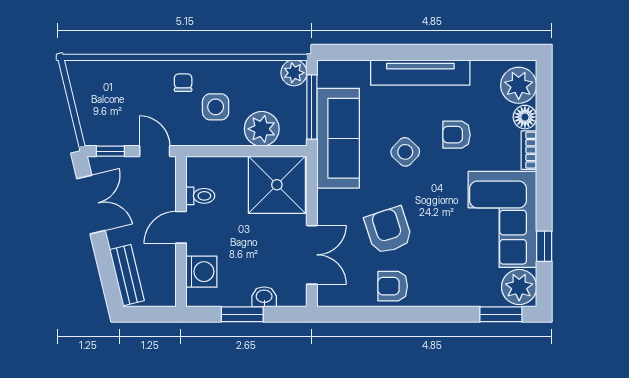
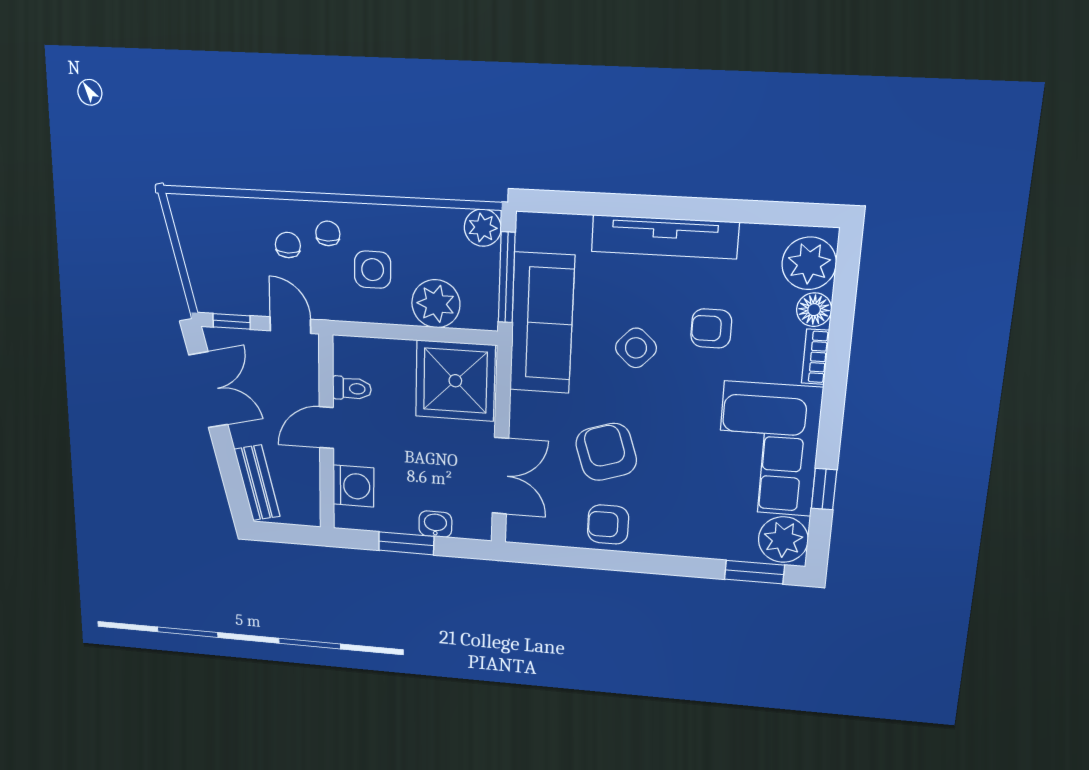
chair: (154, 93) -> (288, 245), added

